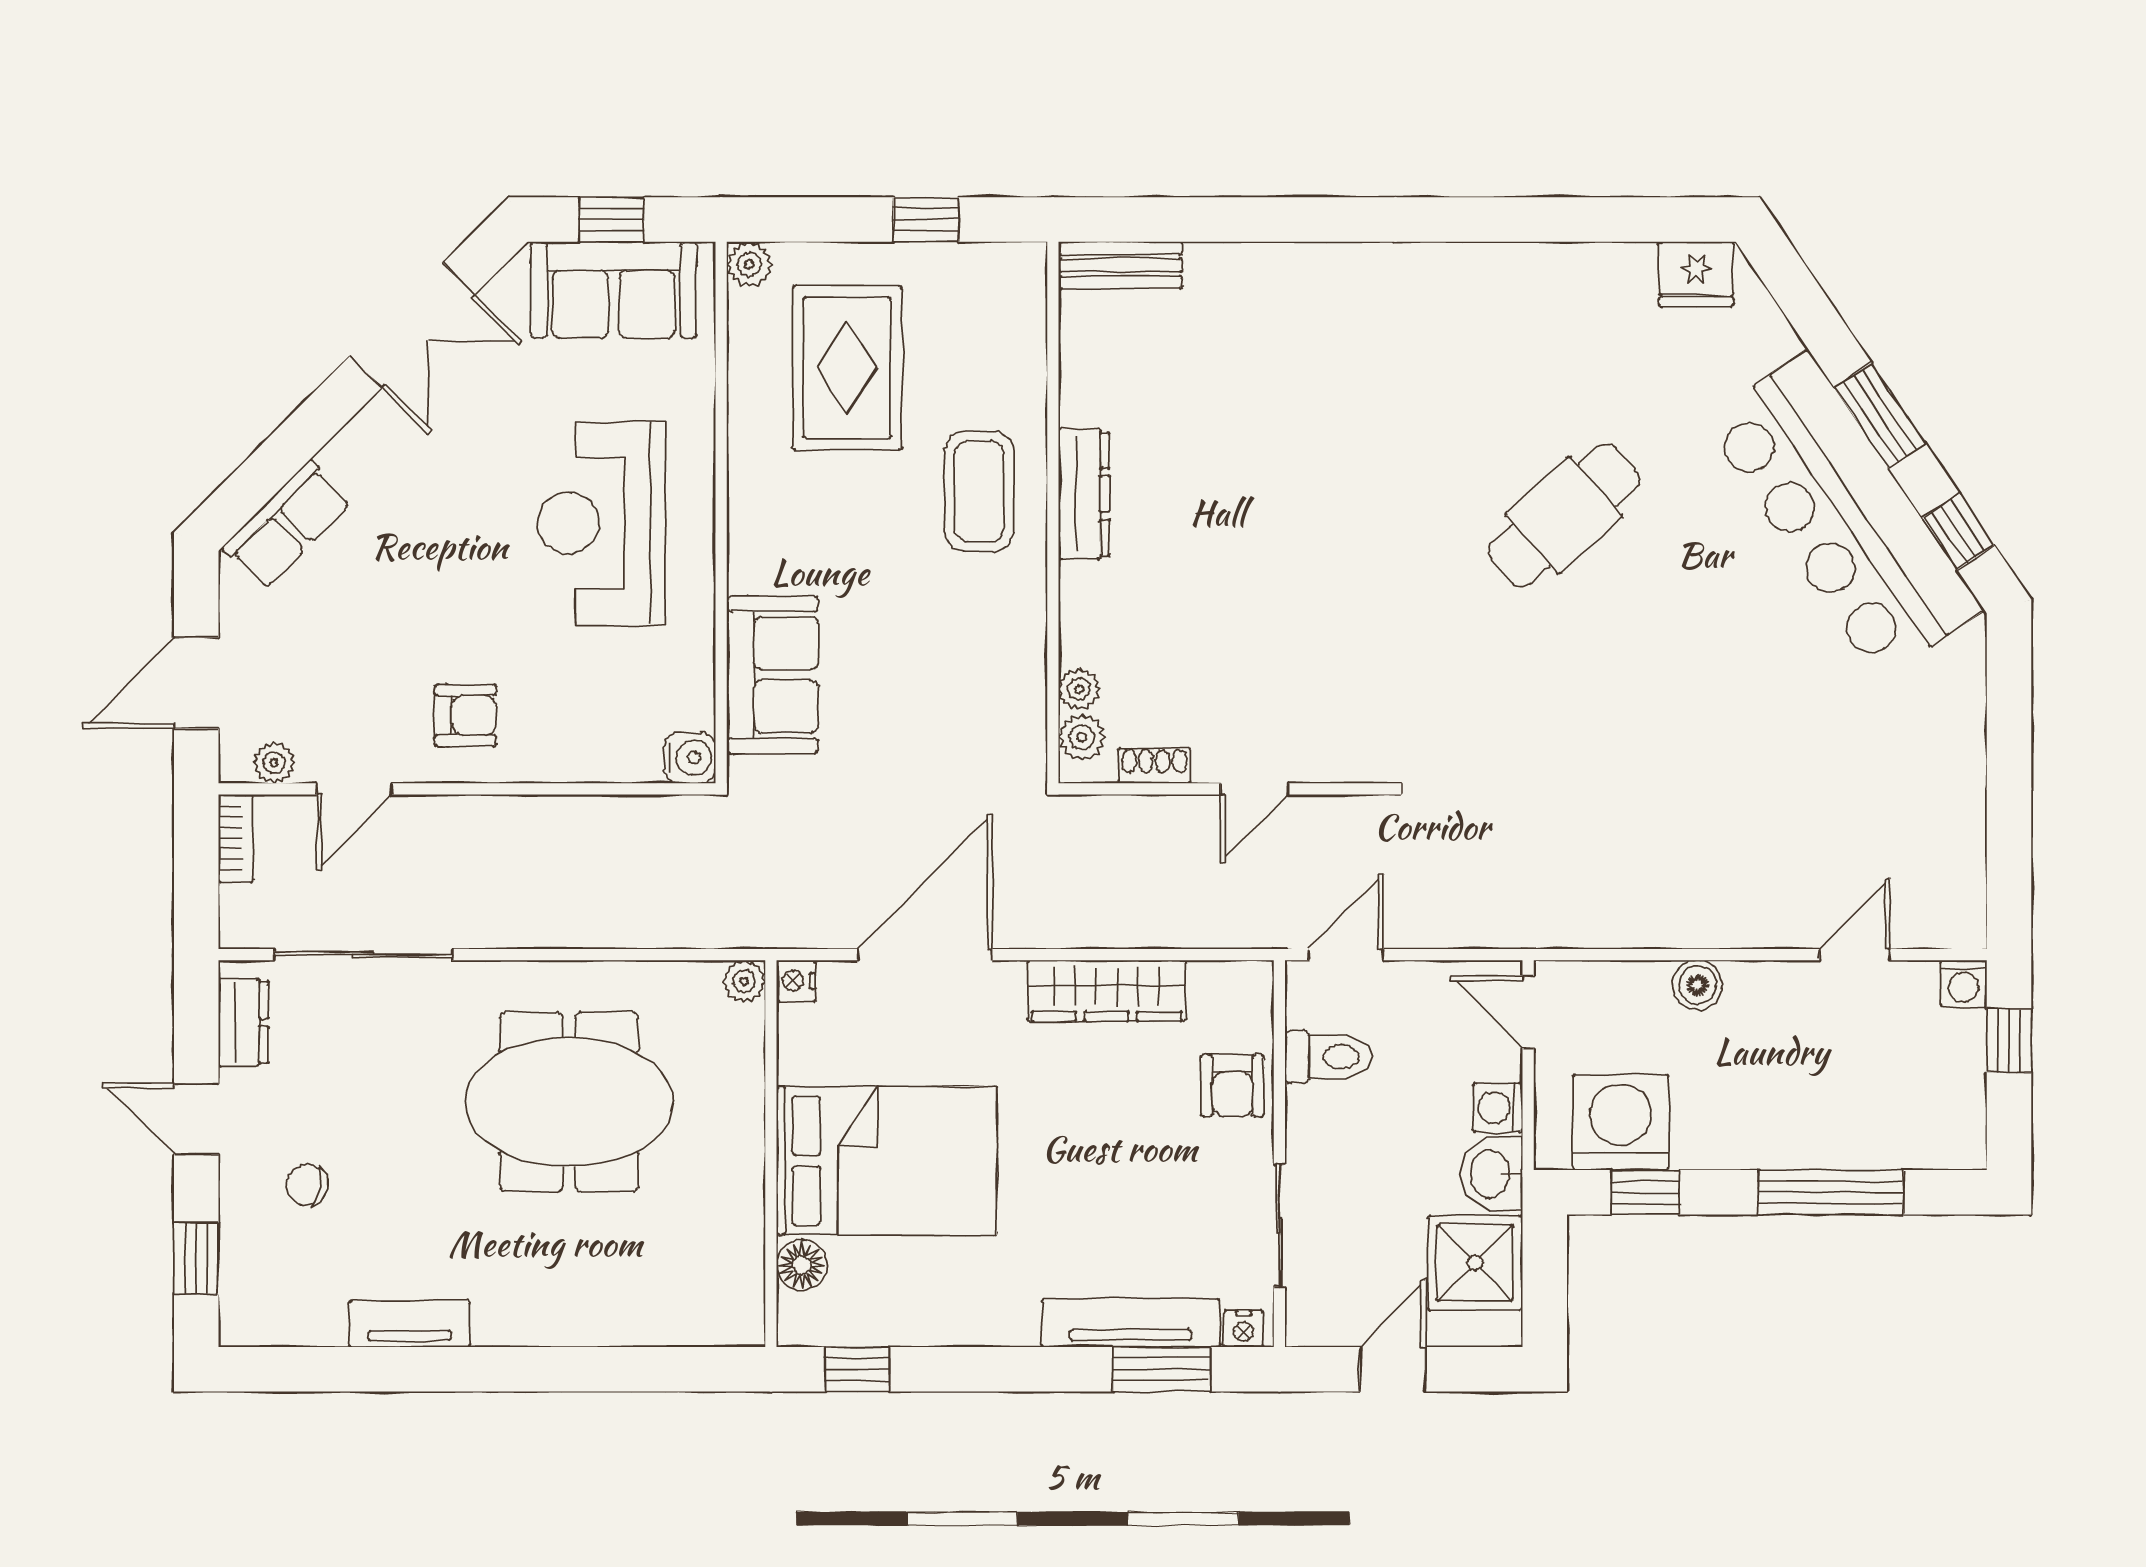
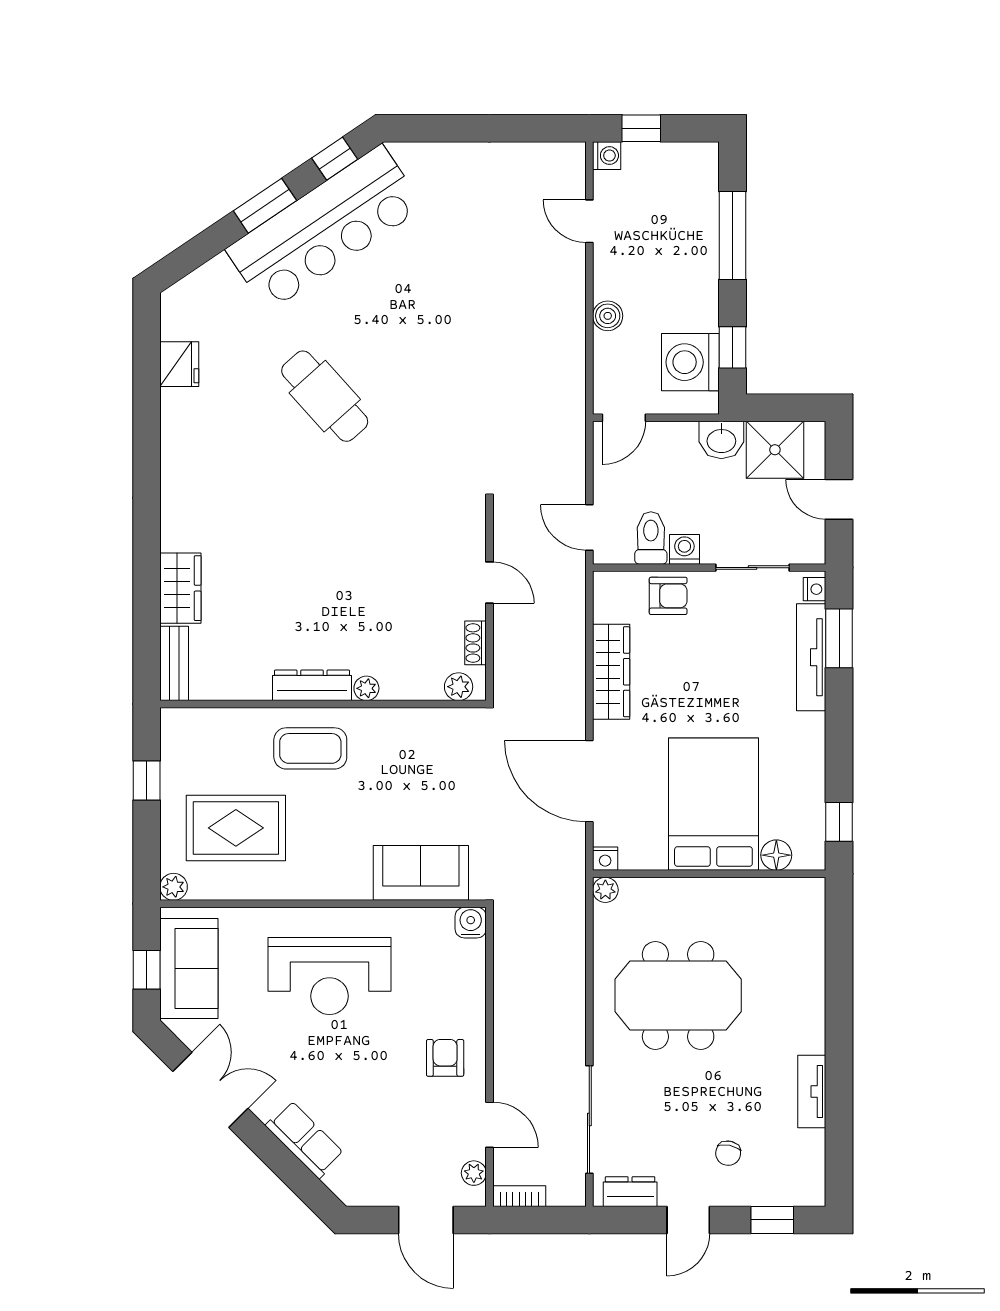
fridge: (1696, 274) -> (179, 364), moved
wardrobe: (1245, 276) -> (180, 588), added
row of seats: (287, 525) -> (305, 1139), moved
plant: (1079, 689) -> (366, 688), moved
meeting table: (569, 1102) -> (678, 995), turned 90
washing machine: (1498, 1108) -> (684, 549), moved, turned 180

